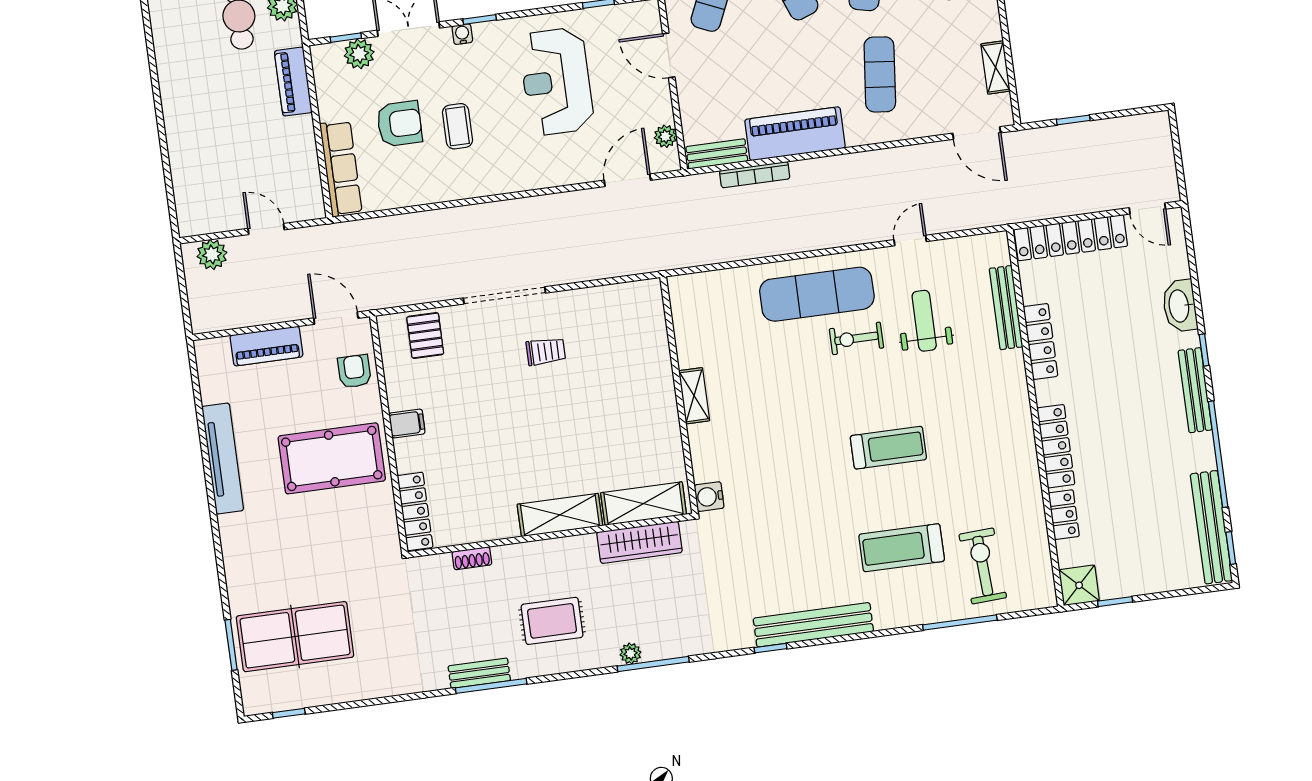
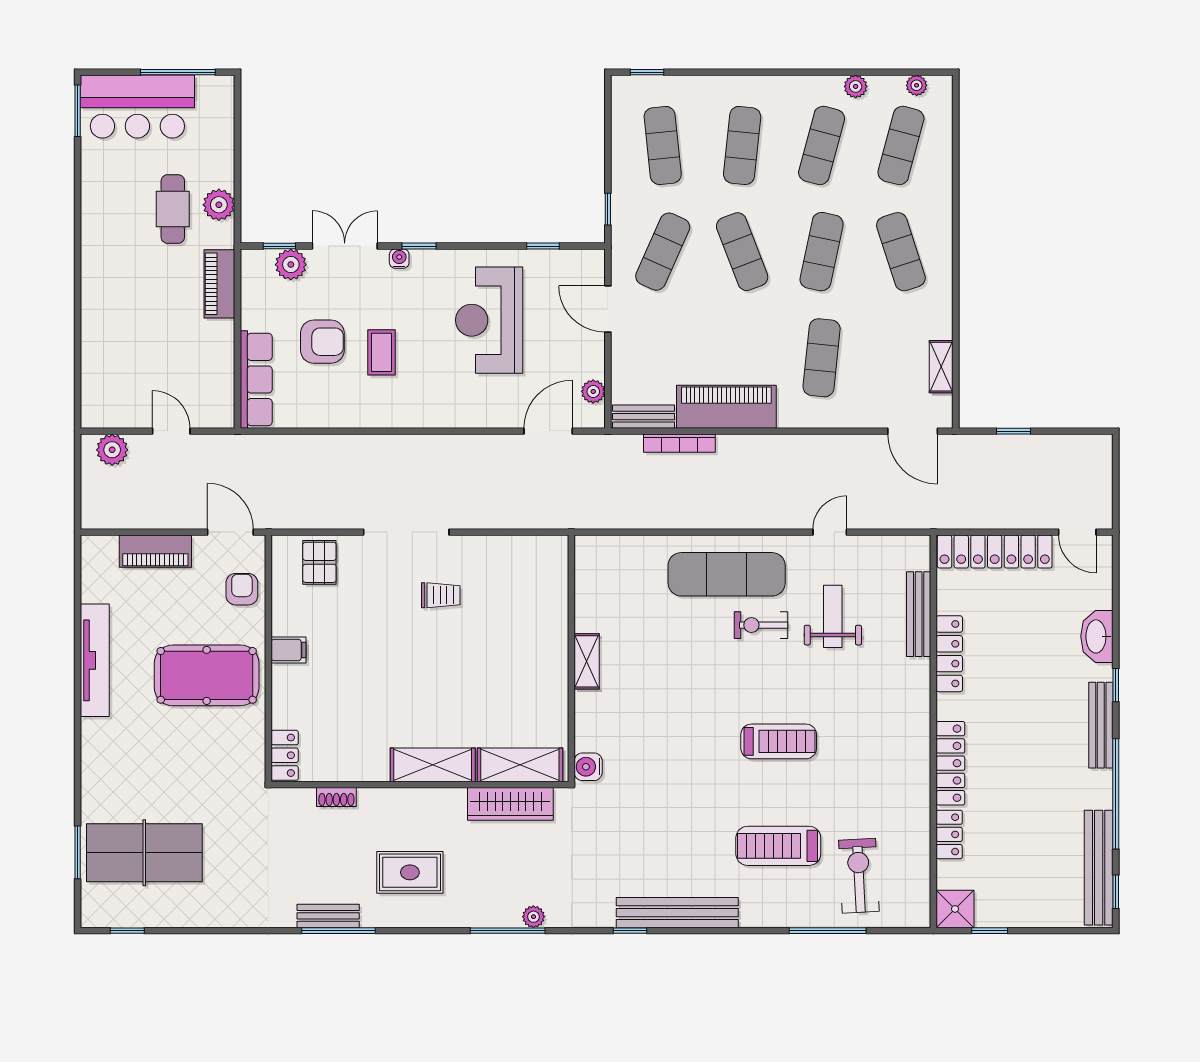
locker: (415, 511) -> (285, 755), width x0.66
plant: (631, 654) -> (533, 917), moved

